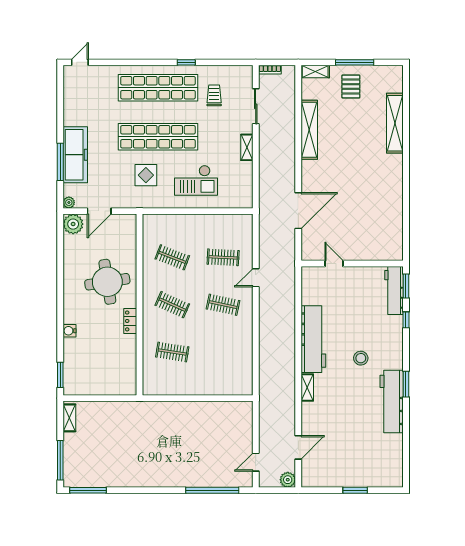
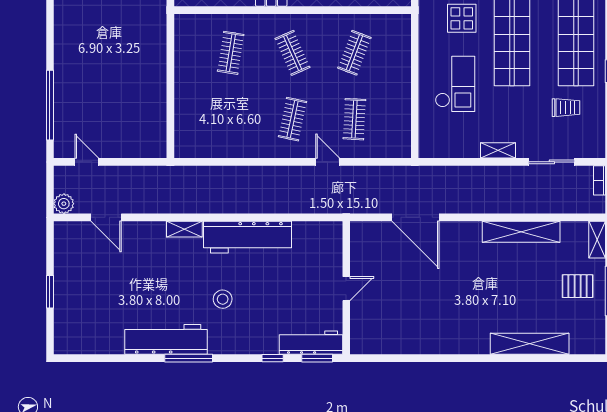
checkout: (196, 180) -> (455, 84), turned 180
door: (334, 264) -> (346, 289), moved
clothes rail: (172, 305) -> (293, 53), turned -48
window: (406, 384) -> (189, 358), width x1.44

